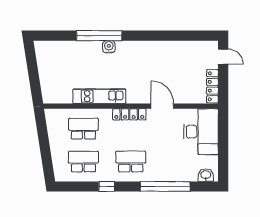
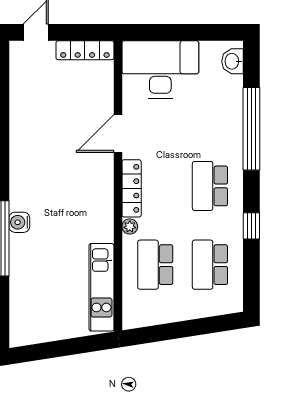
kitchen unit: (99, 96) -> (101, 287), moved
plant: (106, 113) -> (130, 226), added

